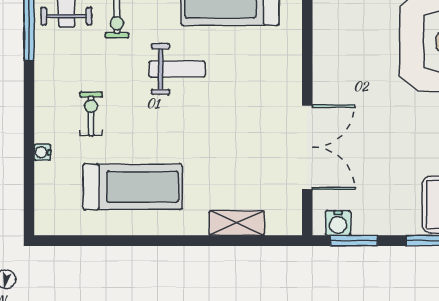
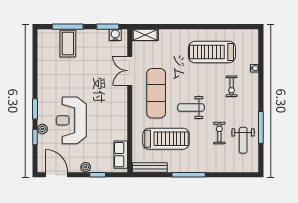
exercise mat: (251, 99) -> (156, 93), added
double door: (307, 147) -> (130, 71), width x0.73
shelving: (237, 223) -> (145, 35), moved

